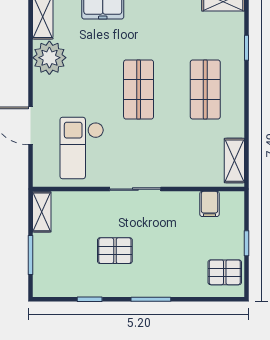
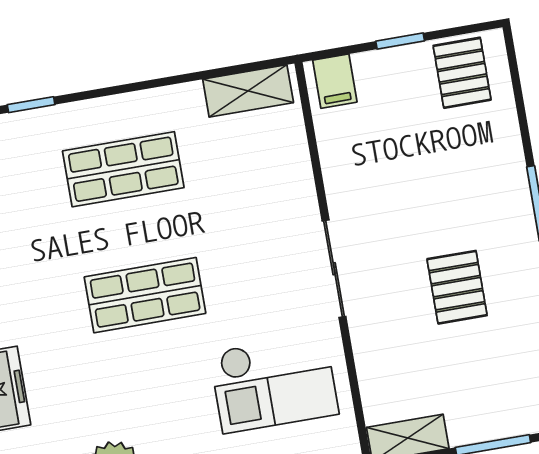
filing cabinet: (209, 204) -> (335, 81), moved, turned 90

